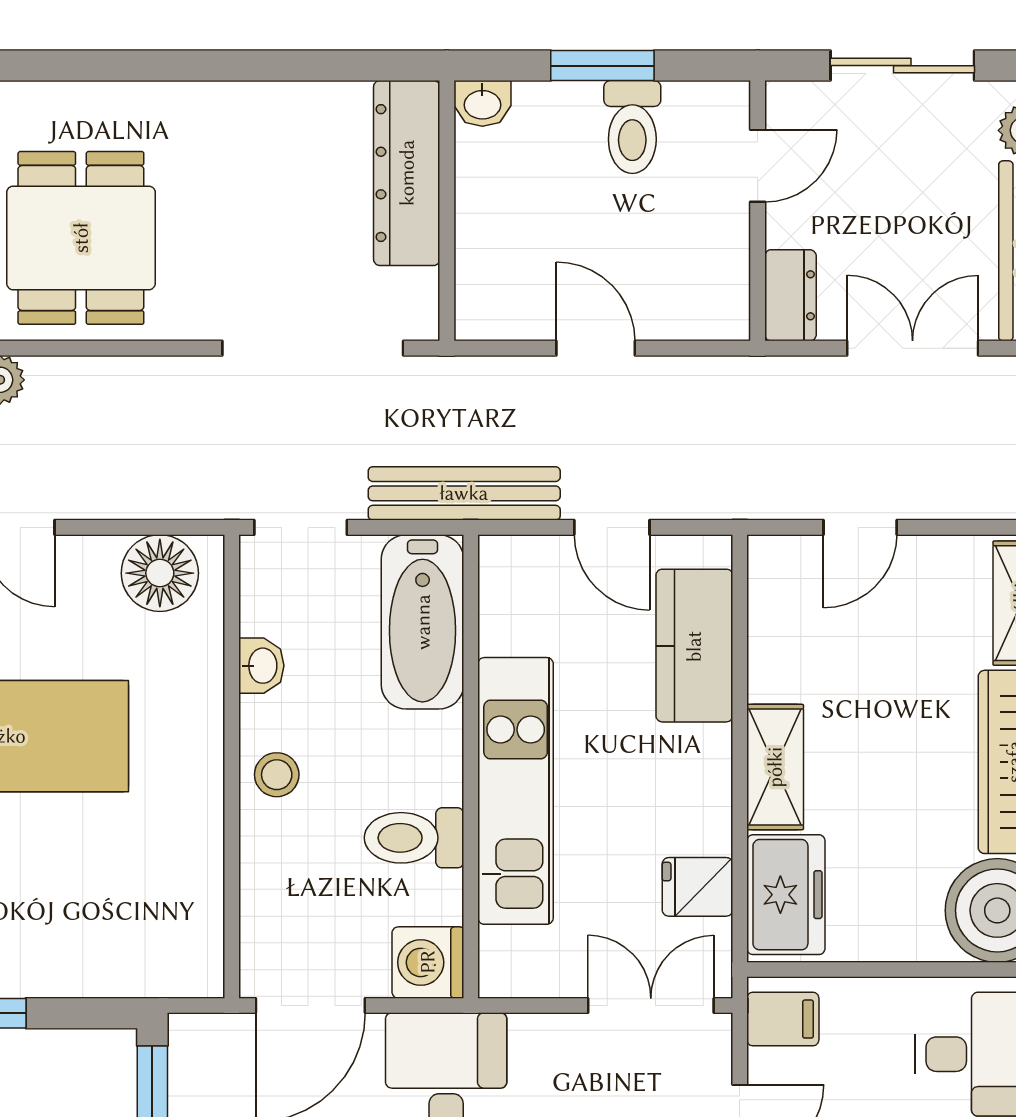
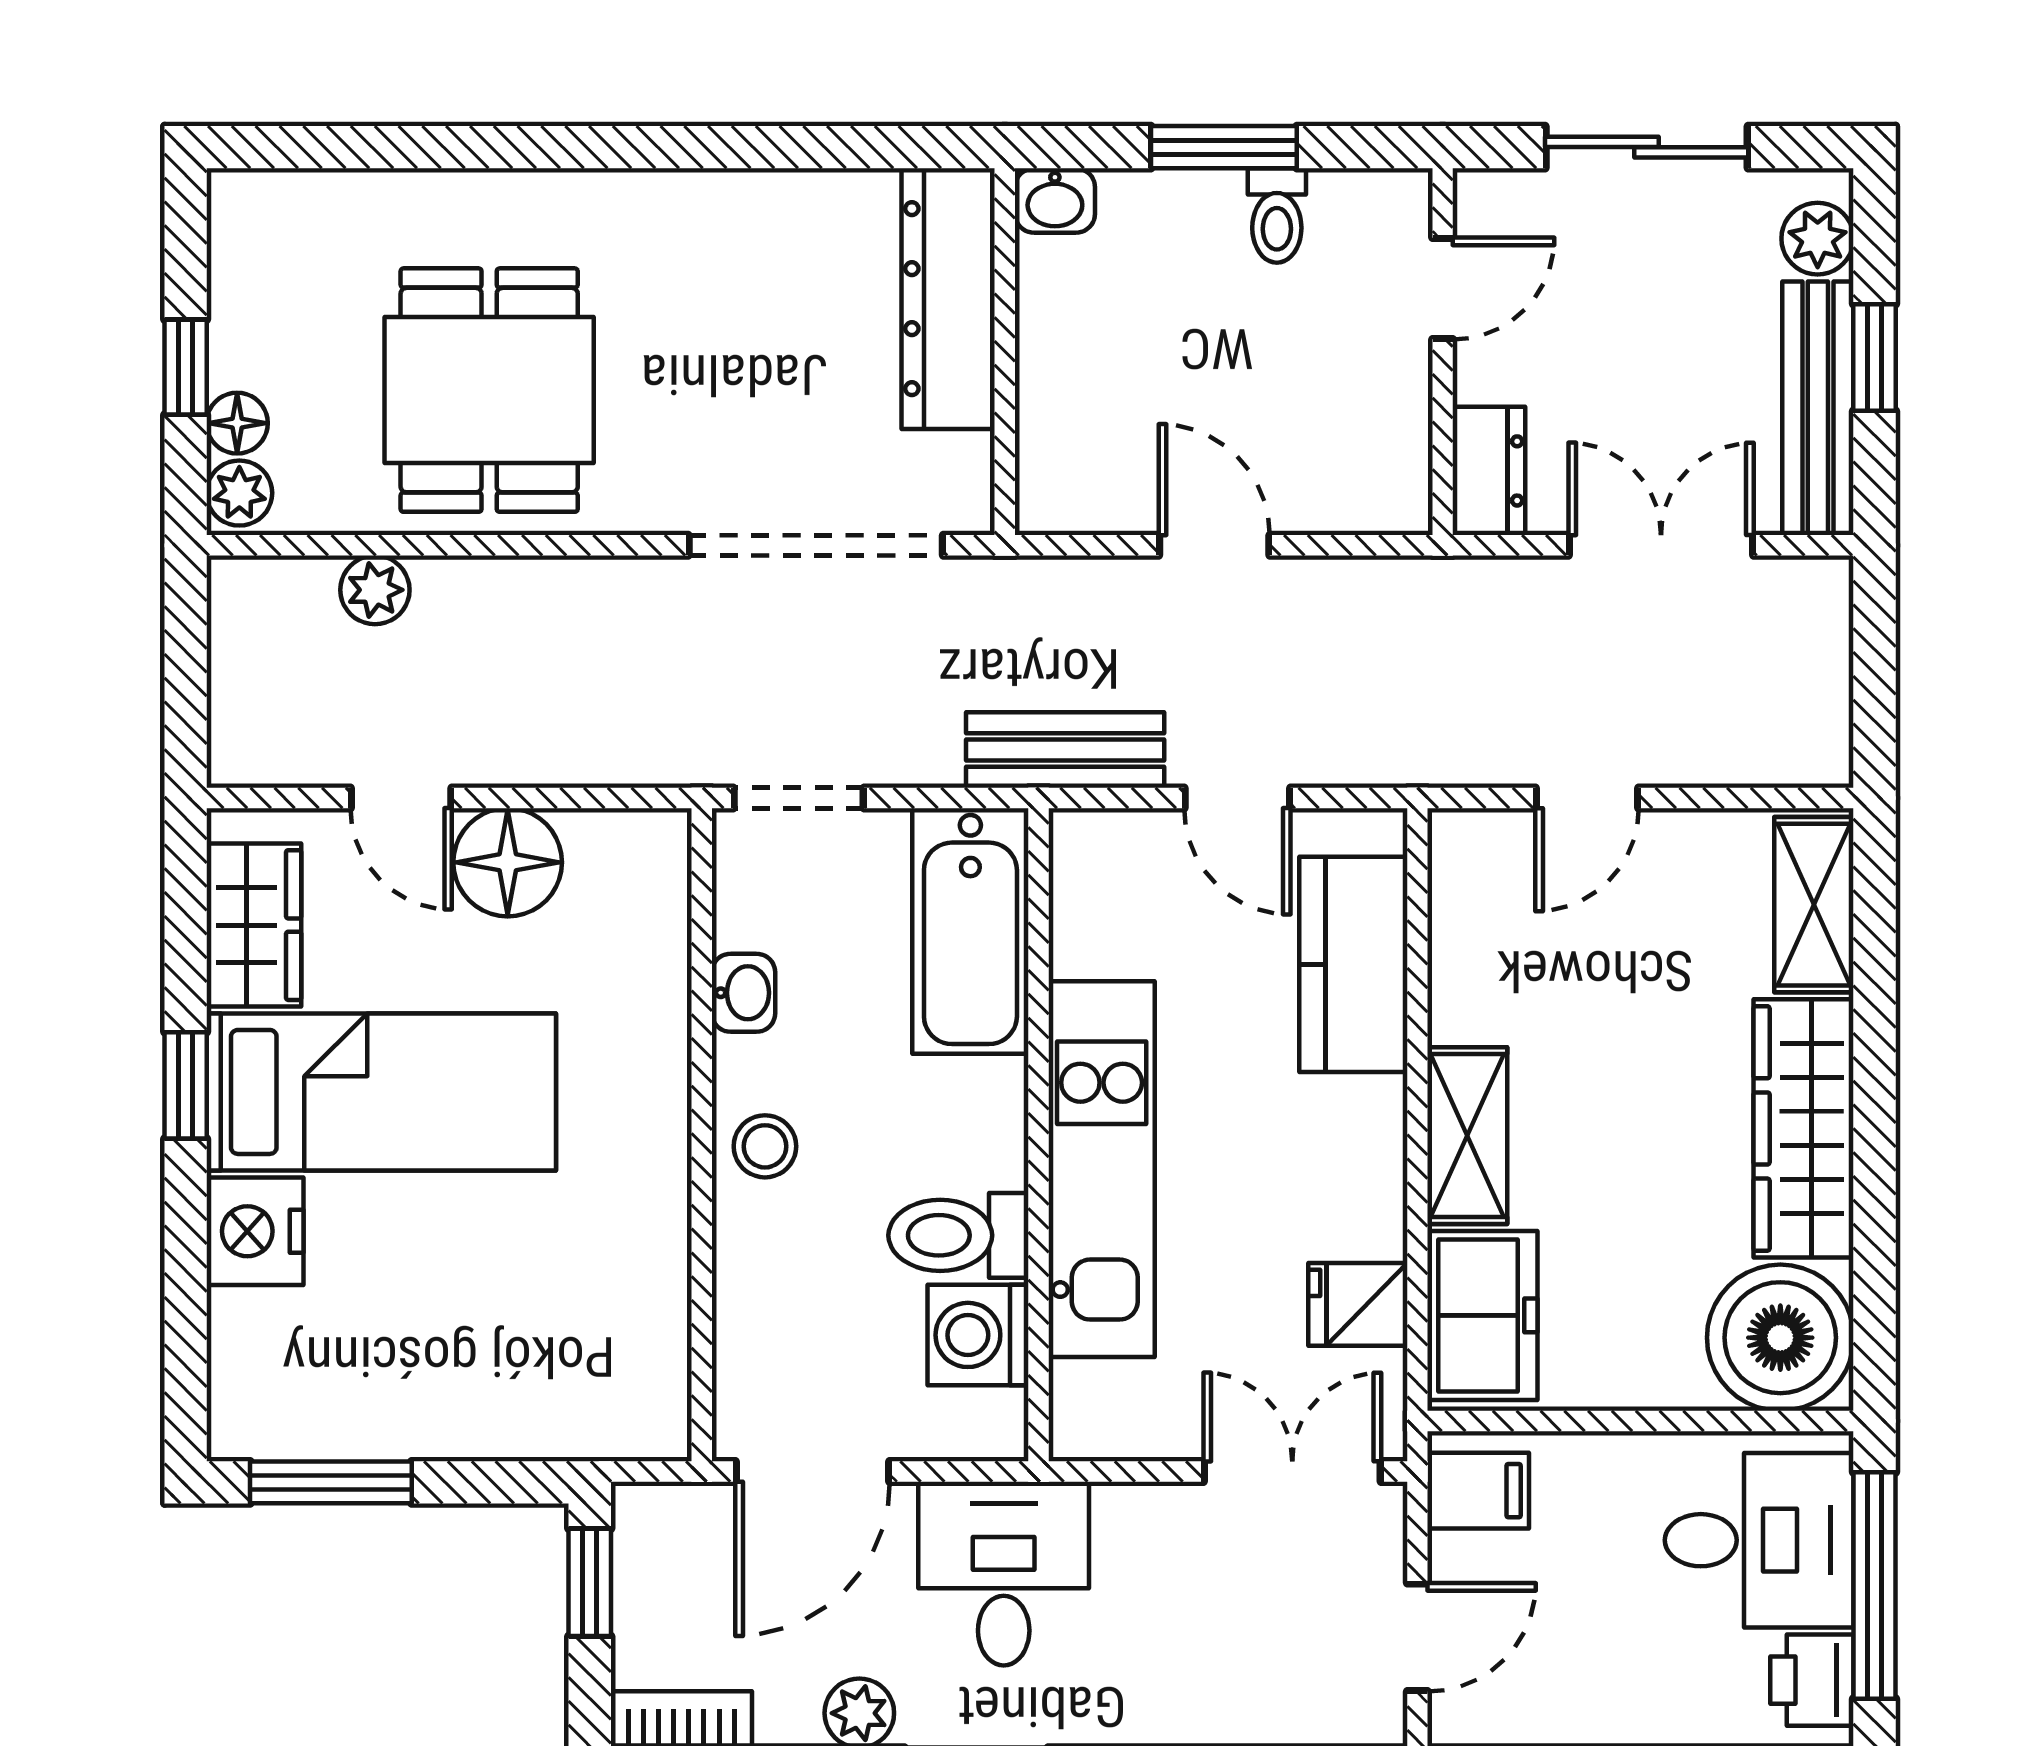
toilet: (632, 127) -> (1277, 216), width x0.73, depth x0.72
bench: (464, 493) -> (1065, 750), width x0.73
floor lamp: (160, 573) -> (508, 862), moved
washing machine: (428, 962) -> (978, 1335), moved

